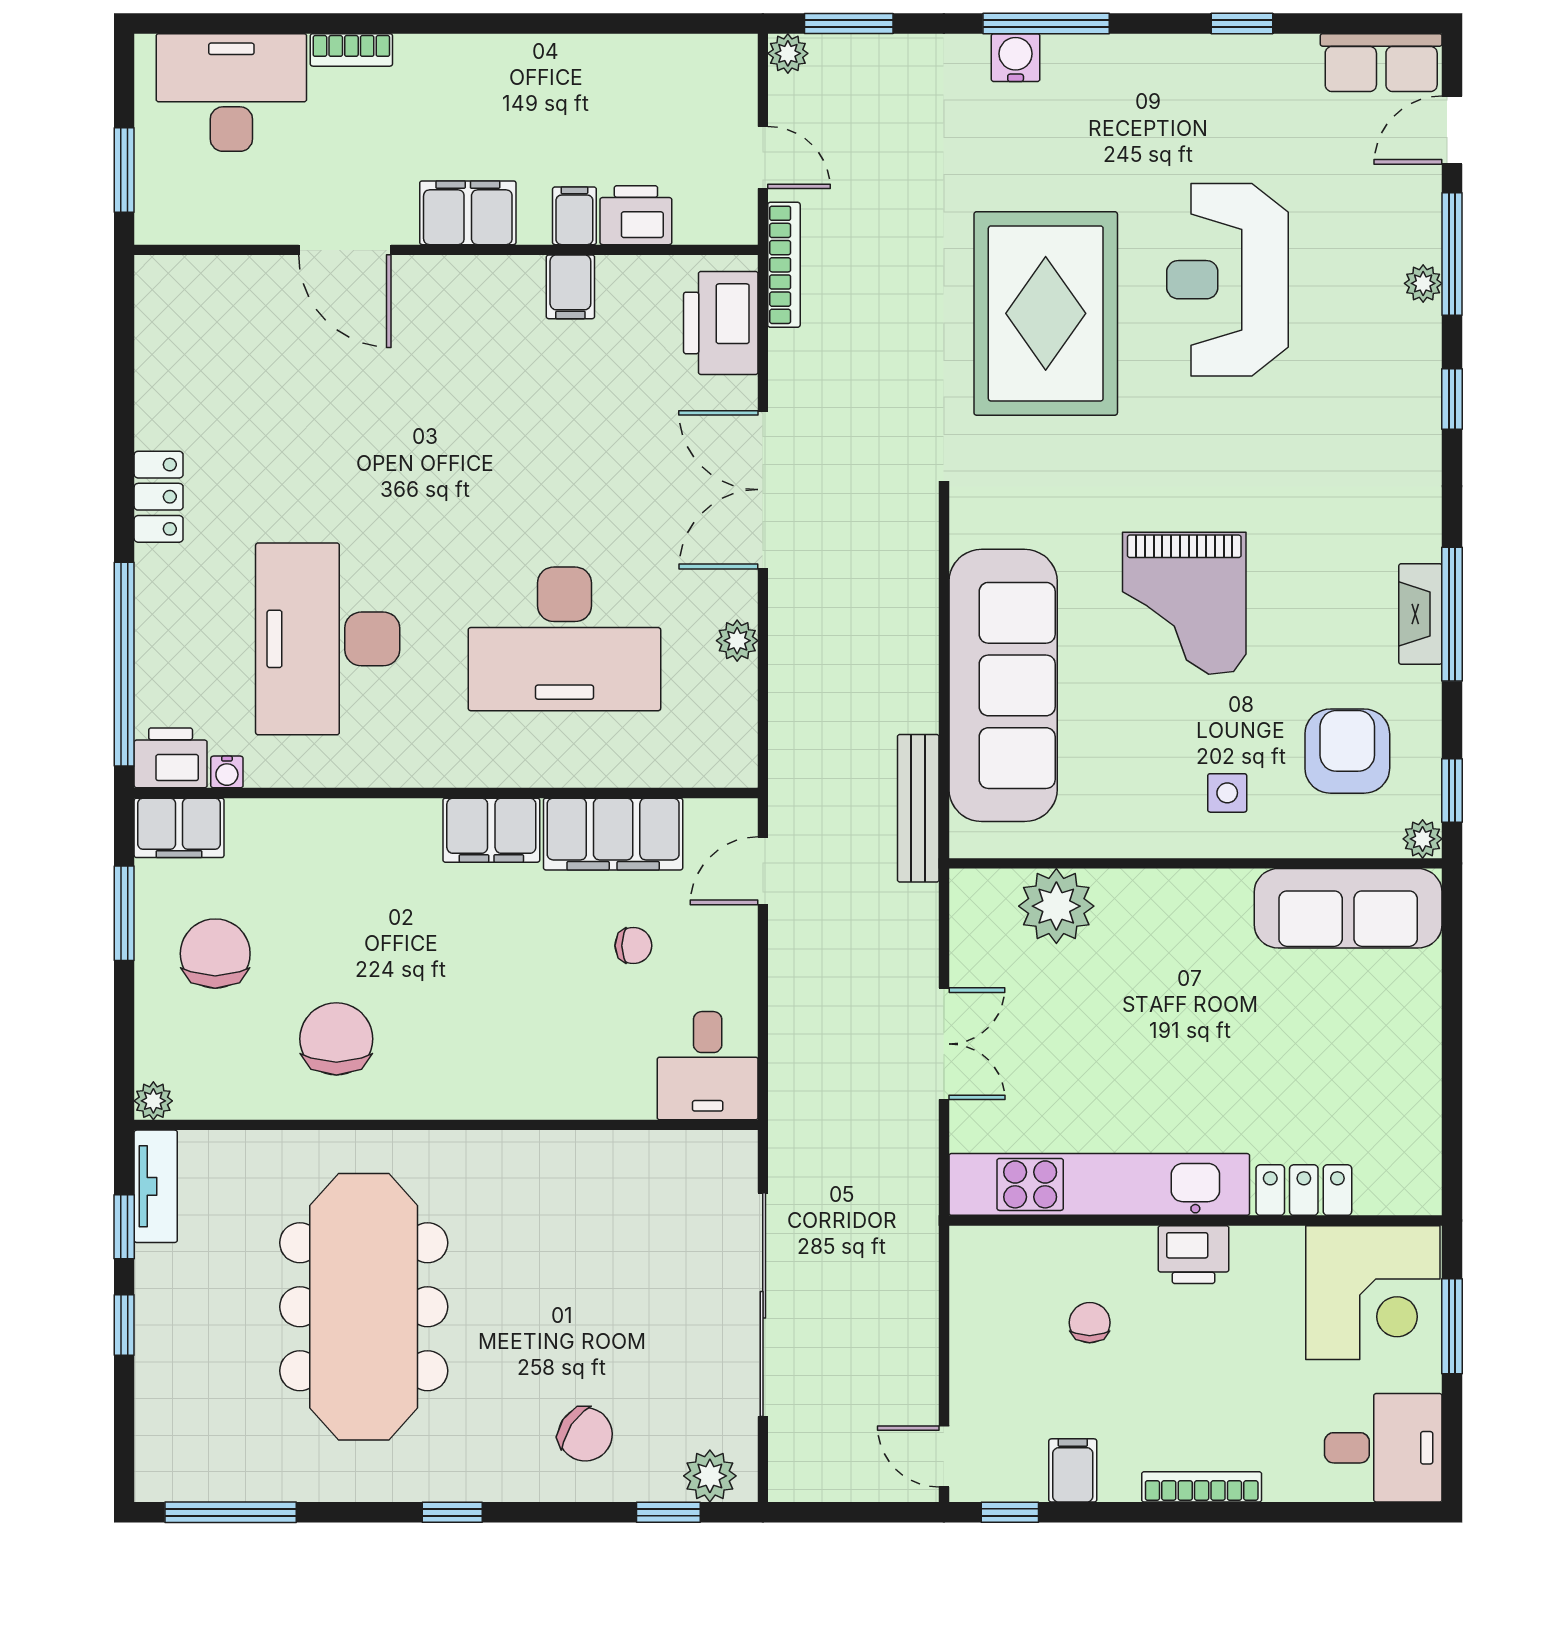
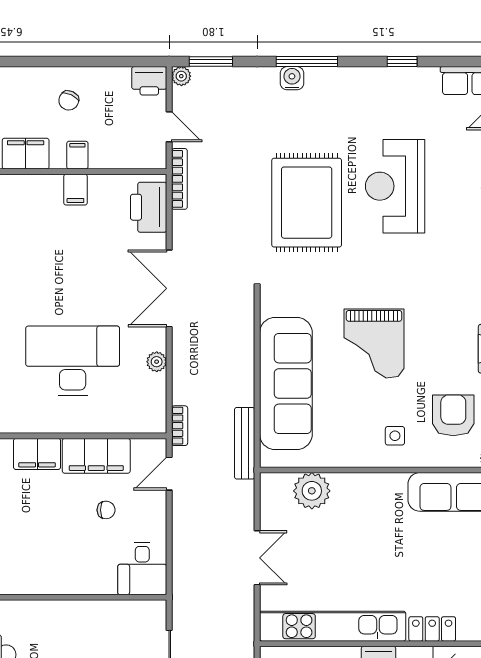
chair: (556, 103) -> (69, 100), added
printer: (636, 215) -> (149, 81), moved, turned 180
desk: (564, 639) -> (73, 361), turned 180
bookcase: (784, 772) -> (180, 426), added

